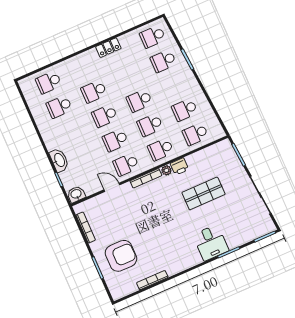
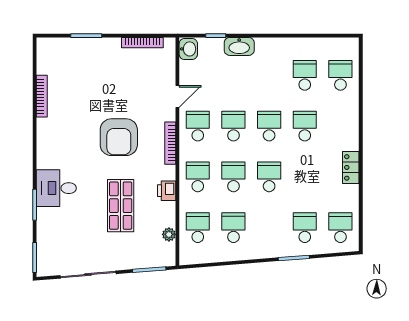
plant: (166, 170) -> (169, 234), moved
armchair: (121, 256) -> (119, 137), moved

